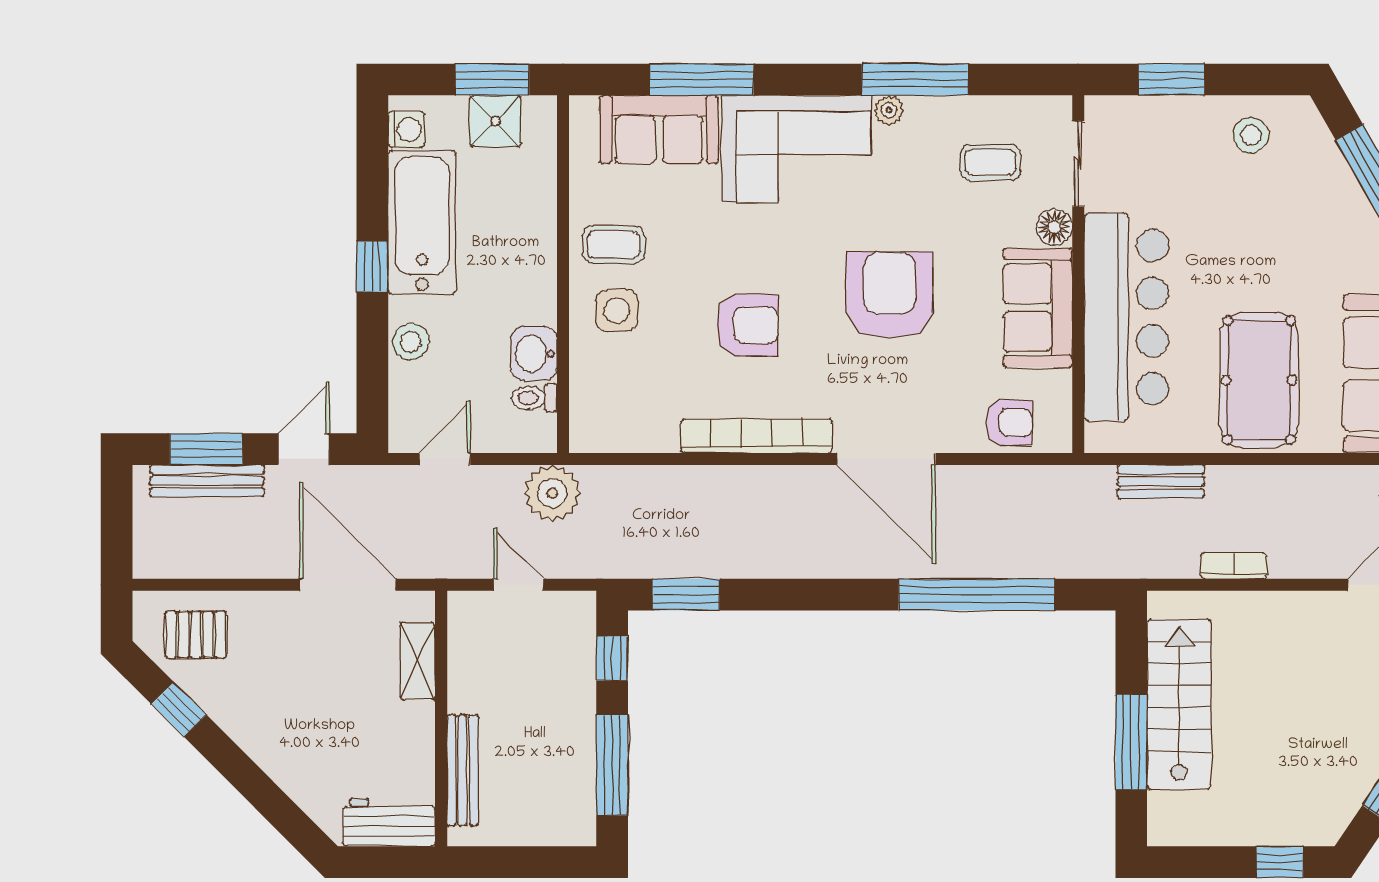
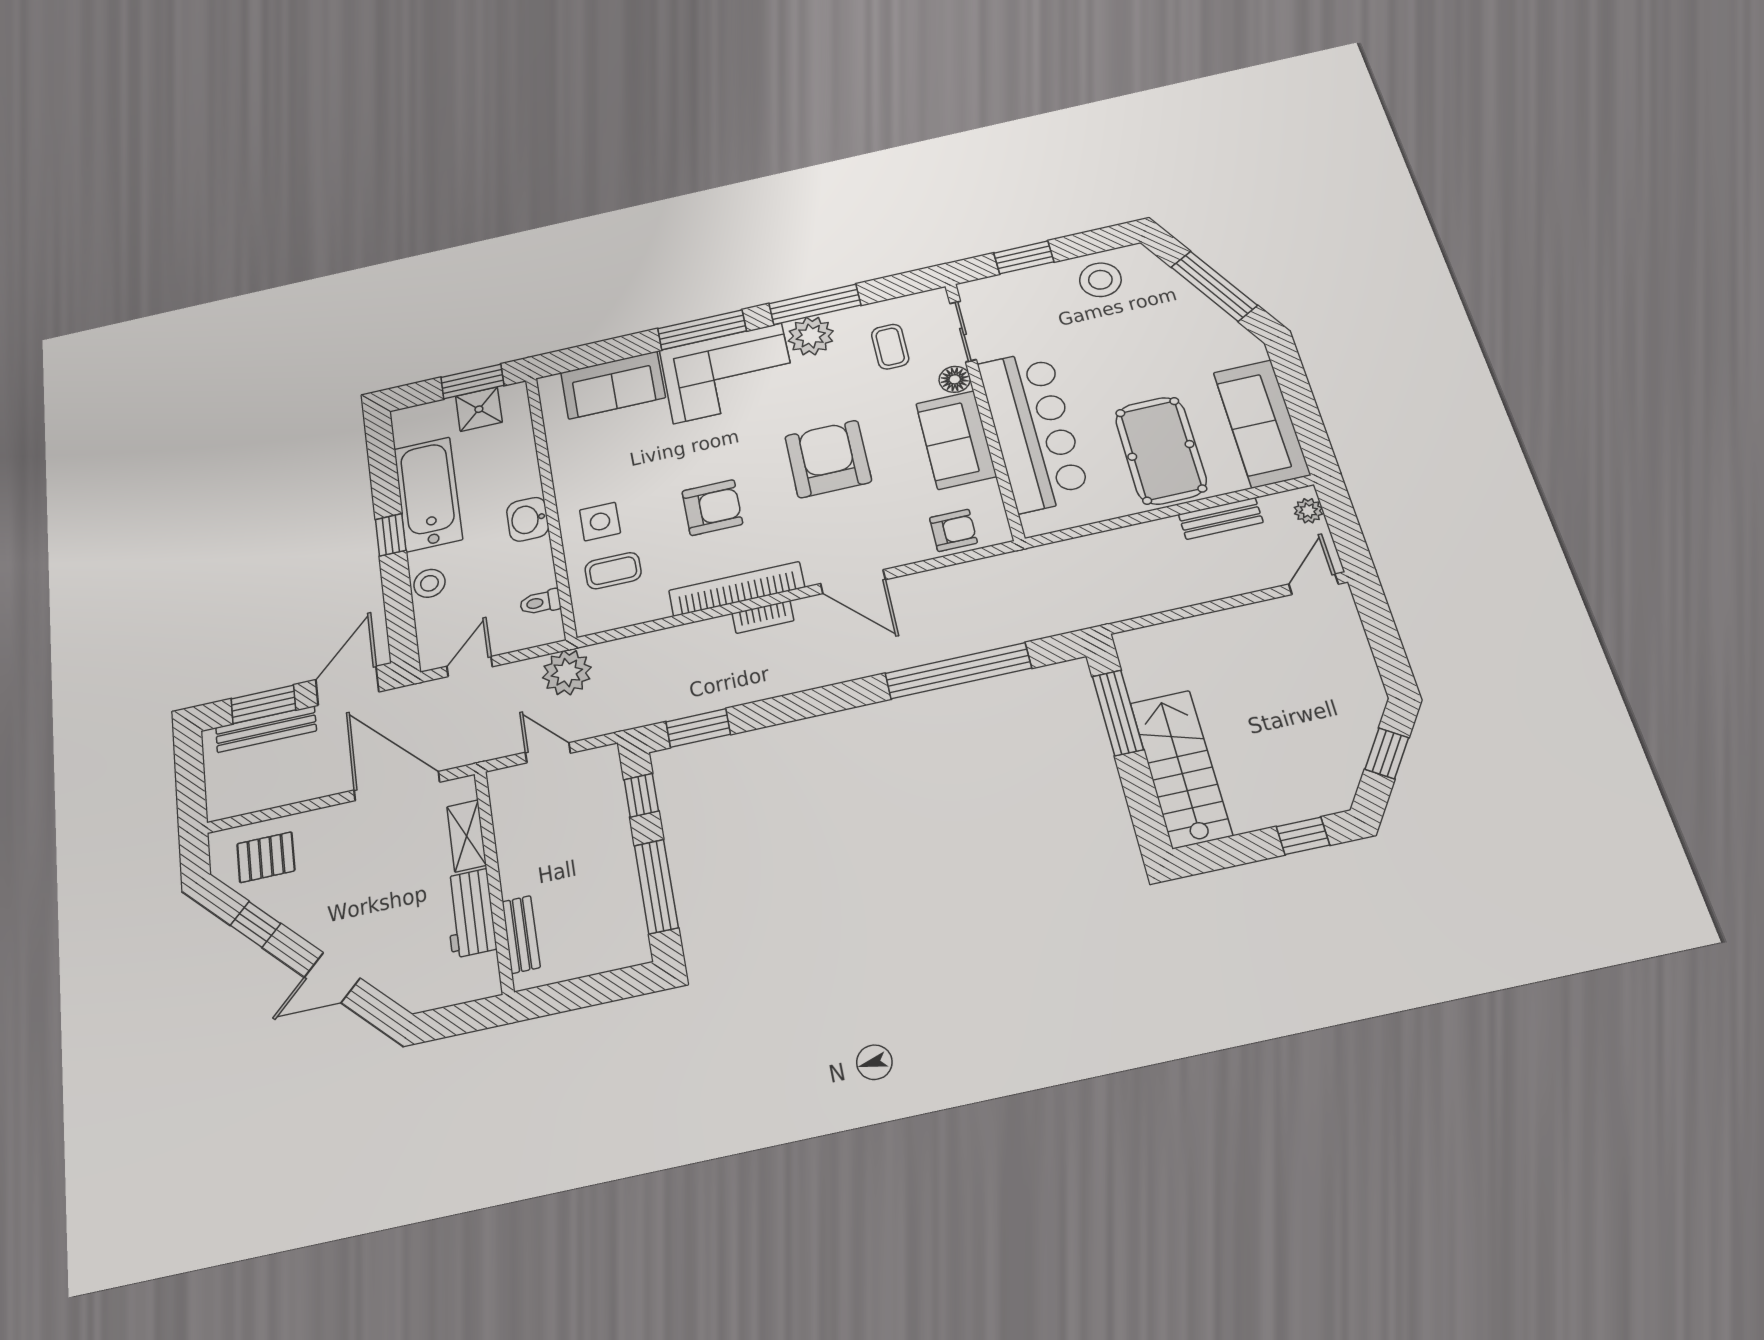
window: (701, 80) -> (702, 330), moved
plant: (889, 110) -> (811, 336), width x1.88, depth x1.88
washing machine: (406, 129) -> (407, 431), removed
stool: (1251, 135) -> (1100, 280), width x1.38, depth x1.38
coffee table: (990, 162) -> (890, 347), turned 90
coffee table: (614, 245) -> (613, 571), moved
washbasin: (534, 354) -> (528, 519), moved
door: (304, 449) -> (347, 686), width x1.38
door: (886, 459) -> (853, 582), width x0.73
bench: (1161, 481) -> (1221, 518), moved
bookcase: (1234, 566) -> (763, 617), moved, turned 180
stairs: (1179, 704) -> (1181, 769), moved
window: (1131, 742) -> (1118, 713), moved
bench: (463, 770) -> (521, 934), width x0.73
door: (257, 787) -> (332, 978), added
workbench: (389, 822) -> (470, 913), moved, turned -90

